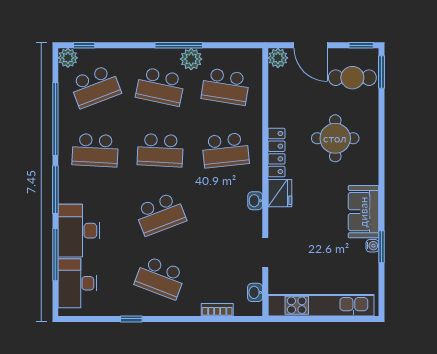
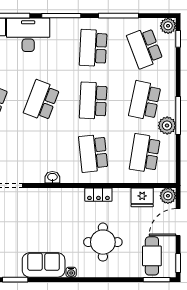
window: (55, 119) -> (118, 16), width x0.68
locker: (277, 153) -> (98, 195), width x0.66
fridge: (280, 193) -> (142, 197), moved
school desk: (160, 214) -> (42, 101), turned 42
water cooler: (372, 246) -> (71, 272), moved

